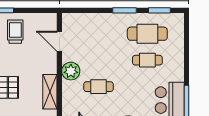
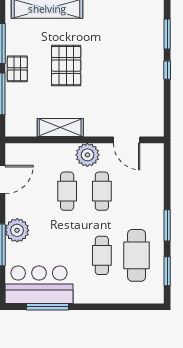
trolley: (15, 32) -> (139, 82), removed
door: (59, 41) -> (127, 140), swing flipped
cafe table: (98, 60) -> (102, 191), added

